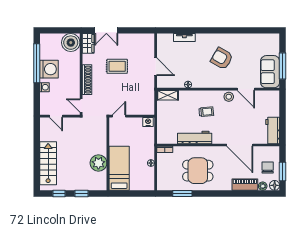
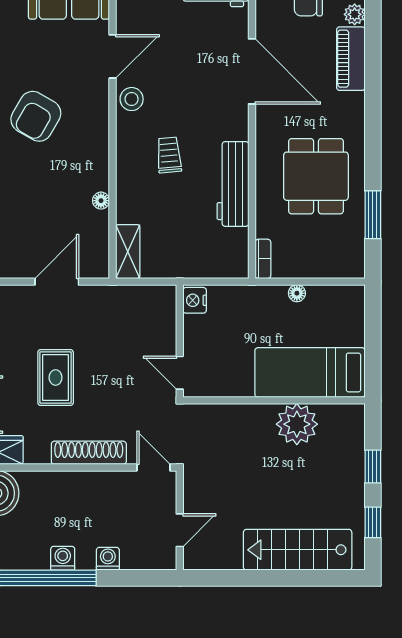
washing machine: (49, 69) -> (63, 558), width x0.53, depth x0.53
door: (81, 106) -> (153, 467), swing flipped
door: (240, 145) -> (252, 71), hinge flipped

